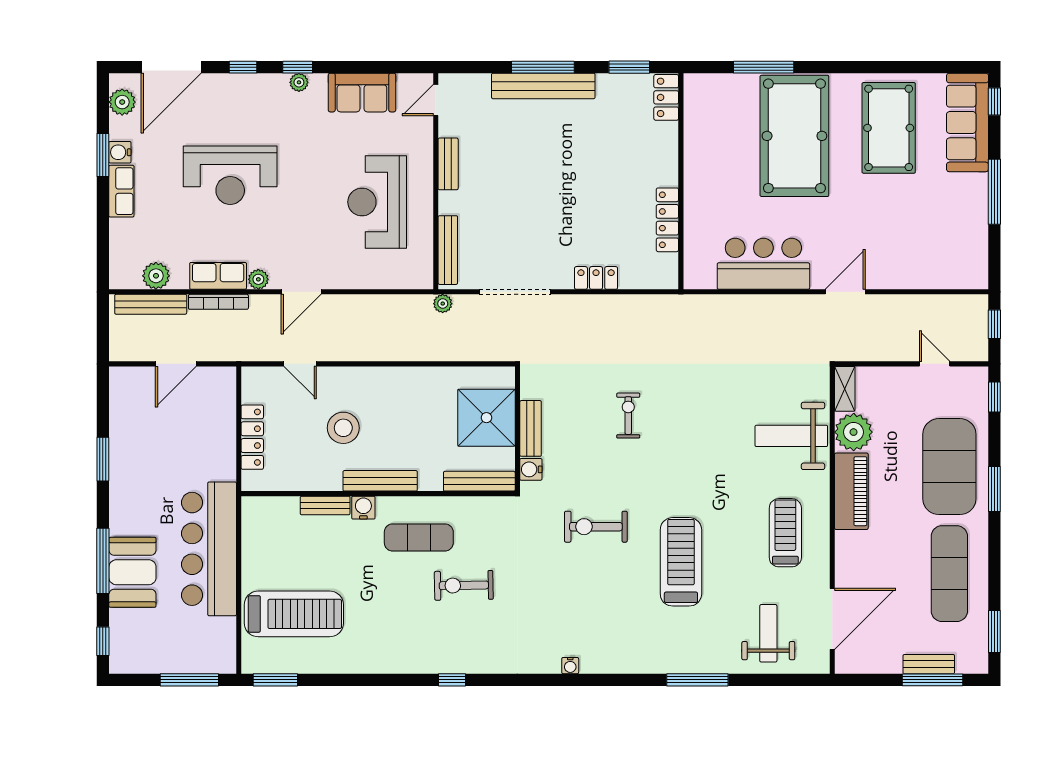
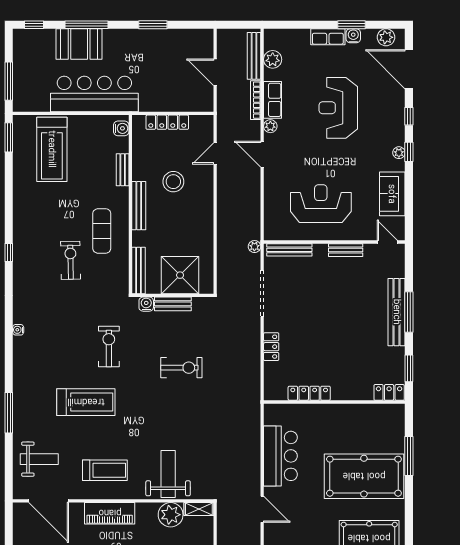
exercise bike: (628, 416) -> (181, 368), width x1.38, depth x1.39
piano: (851, 491) -> (110, 513), moved
water cooler: (363, 508) -> (121, 128), moved

